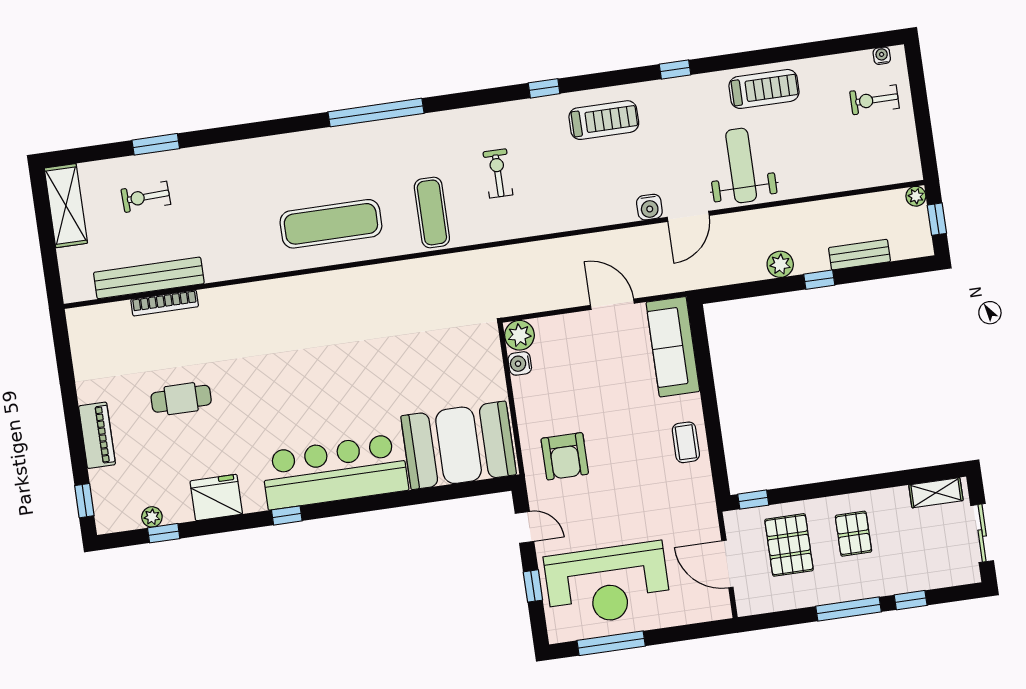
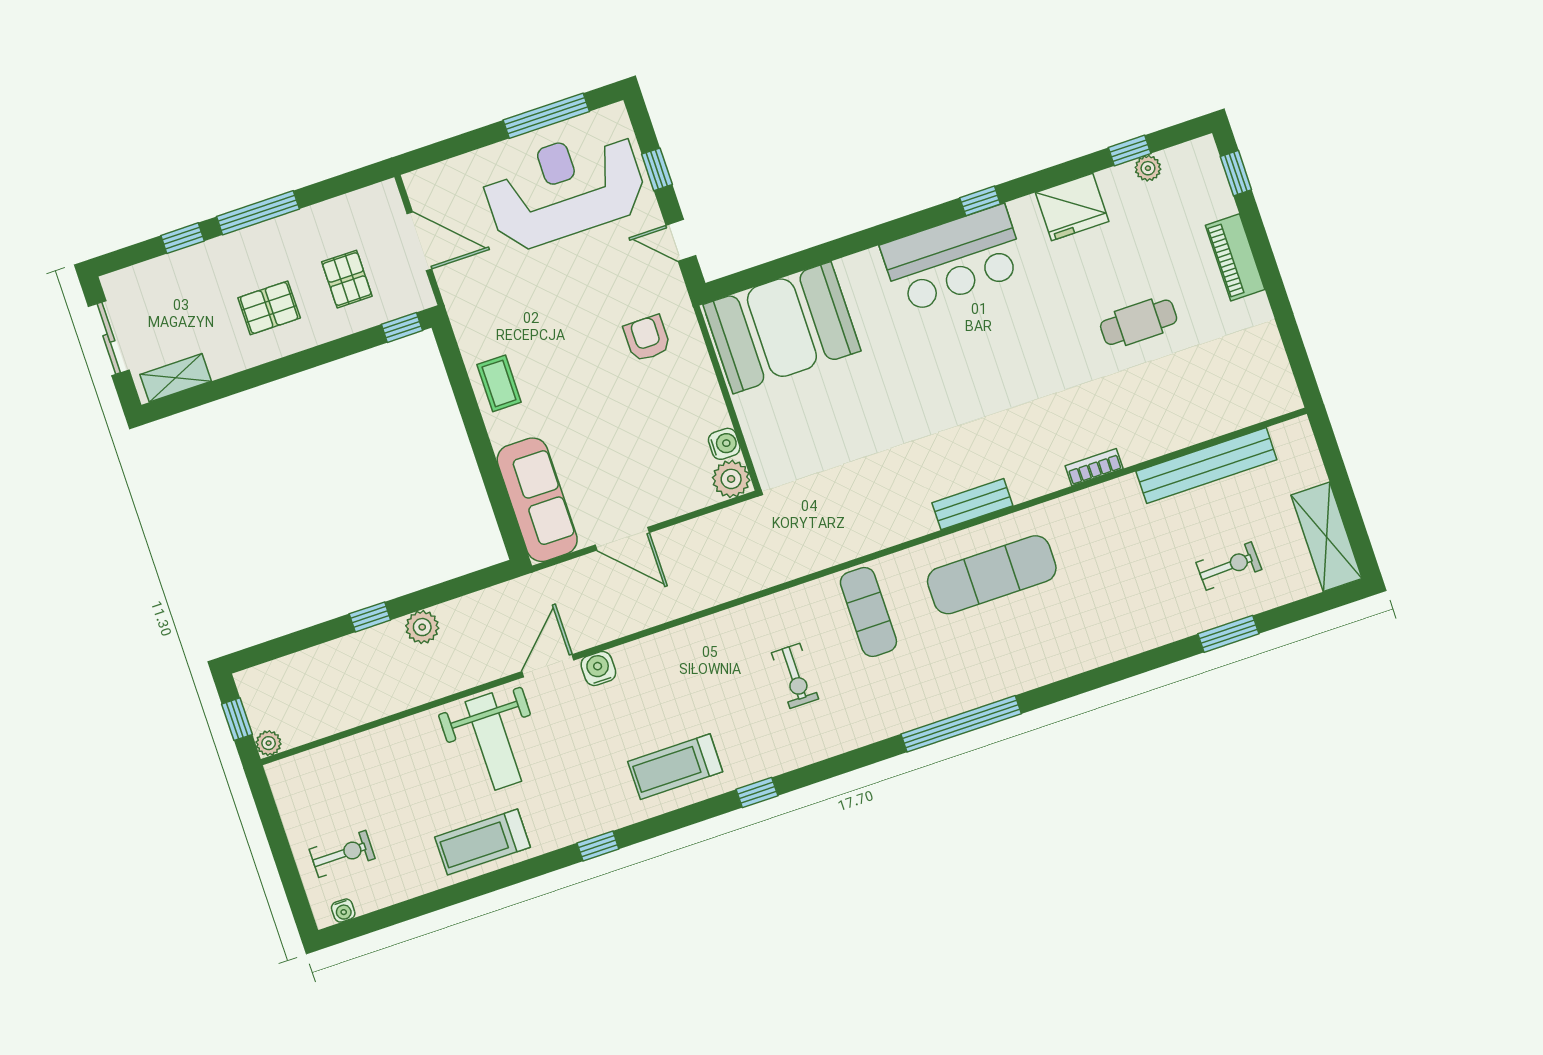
bench: (859, 255) -> (972, 504), moved
bookcase: (165, 303) -> (1094, 467), moved, width x0.64
armchair: (565, 456) -> (647, 338), width x0.72, depth x0.72
bar counter: (335, 472) -> (953, 259), width x0.73
pallet: (853, 534) -> (269, 308), turned 90
pallet: (789, 545) -> (347, 279), width x0.67, depth x0.71

